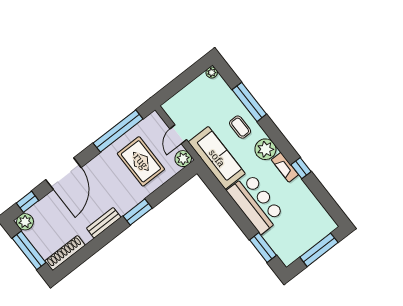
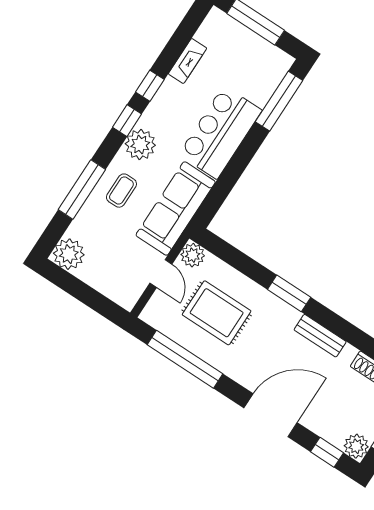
plant: (212, 73) -> (69, 254), width x1.88, depth x1.88
door: (178, 134) -> (161, 274), hinge flipped
window: (284, 146) -> (127, 121), added
rug: (141, 161) -> (217, 313), turned 90
fireplace: (285, 167) -> (188, 61), moved
window: (263, 248) -> (279, 101), width x1.44

